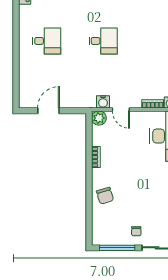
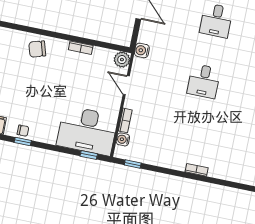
water cooler: (103, 102) -> (142, 50), moved
door: (121, 110) -> (126, 85), hinge flipped

